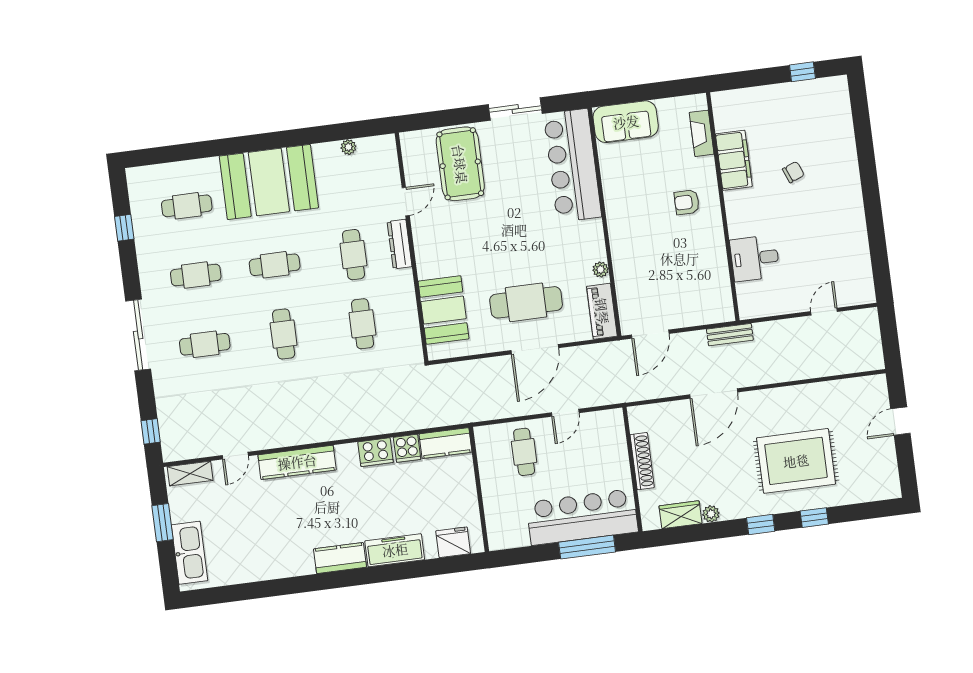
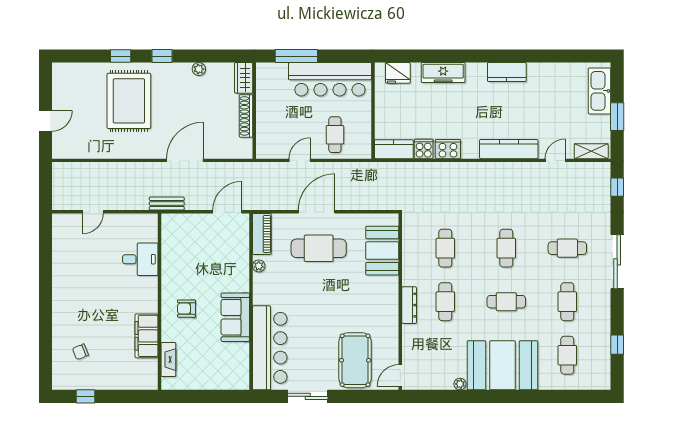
sofa: (626, 122) -> (235, 317), moved, turned -90
plant: (348, 147) -> (460, 384), moved
chair: (793, 172) -> (80, 352), moved
door: (406, 202) -> (400, 375), moved
armchair: (687, 202) -> (186, 309), turned 180
cafe table: (187, 206) -> (567, 355), turned 90
cafe table: (196, 275) -> (567, 302), turned 90
rug: (796, 461) -> (129, 101), turned 90
wardrobe: (680, 515) -> (244, 78), moved, turned 90
bar counter: (582, 517) -> (330, 79), moved
kitchen counter: (340, 558) -> (507, 72), moved

